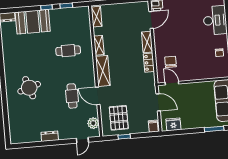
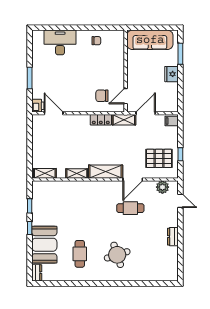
shelving: (147, 42) -> (124, 120), moved
cafe table: (68, 51) -> (80, 254), moved
fridge: (173, 124) -> (171, 74), moved

